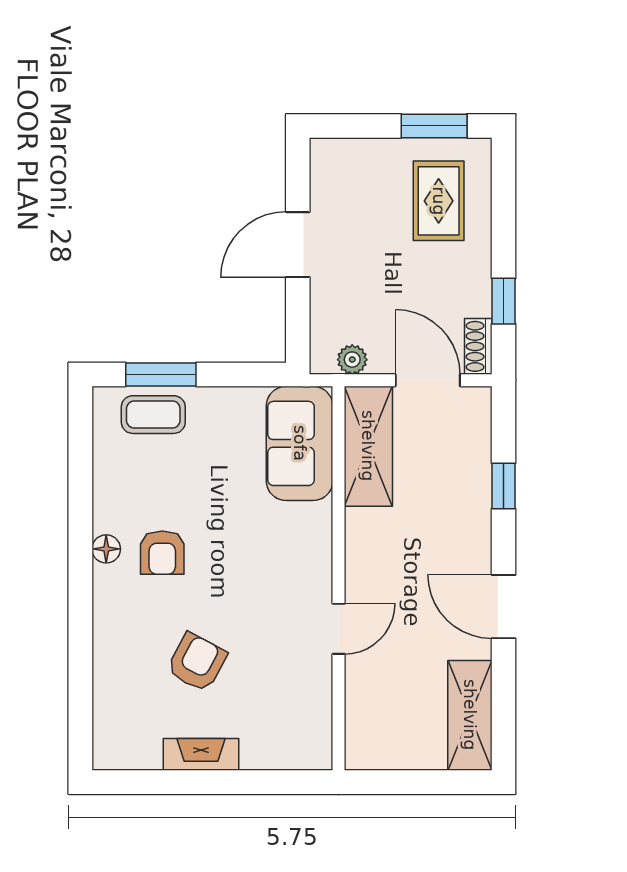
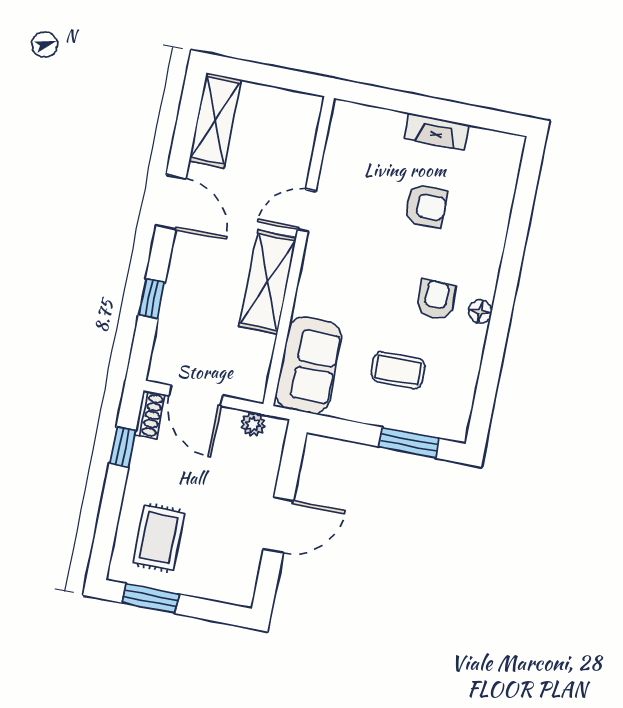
coffee table: (153, 415) -> (398, 370), moved
shelving: (368, 446) -> (268, 282), moved
armchair: (197, 662) -> (426, 206), turned -118

